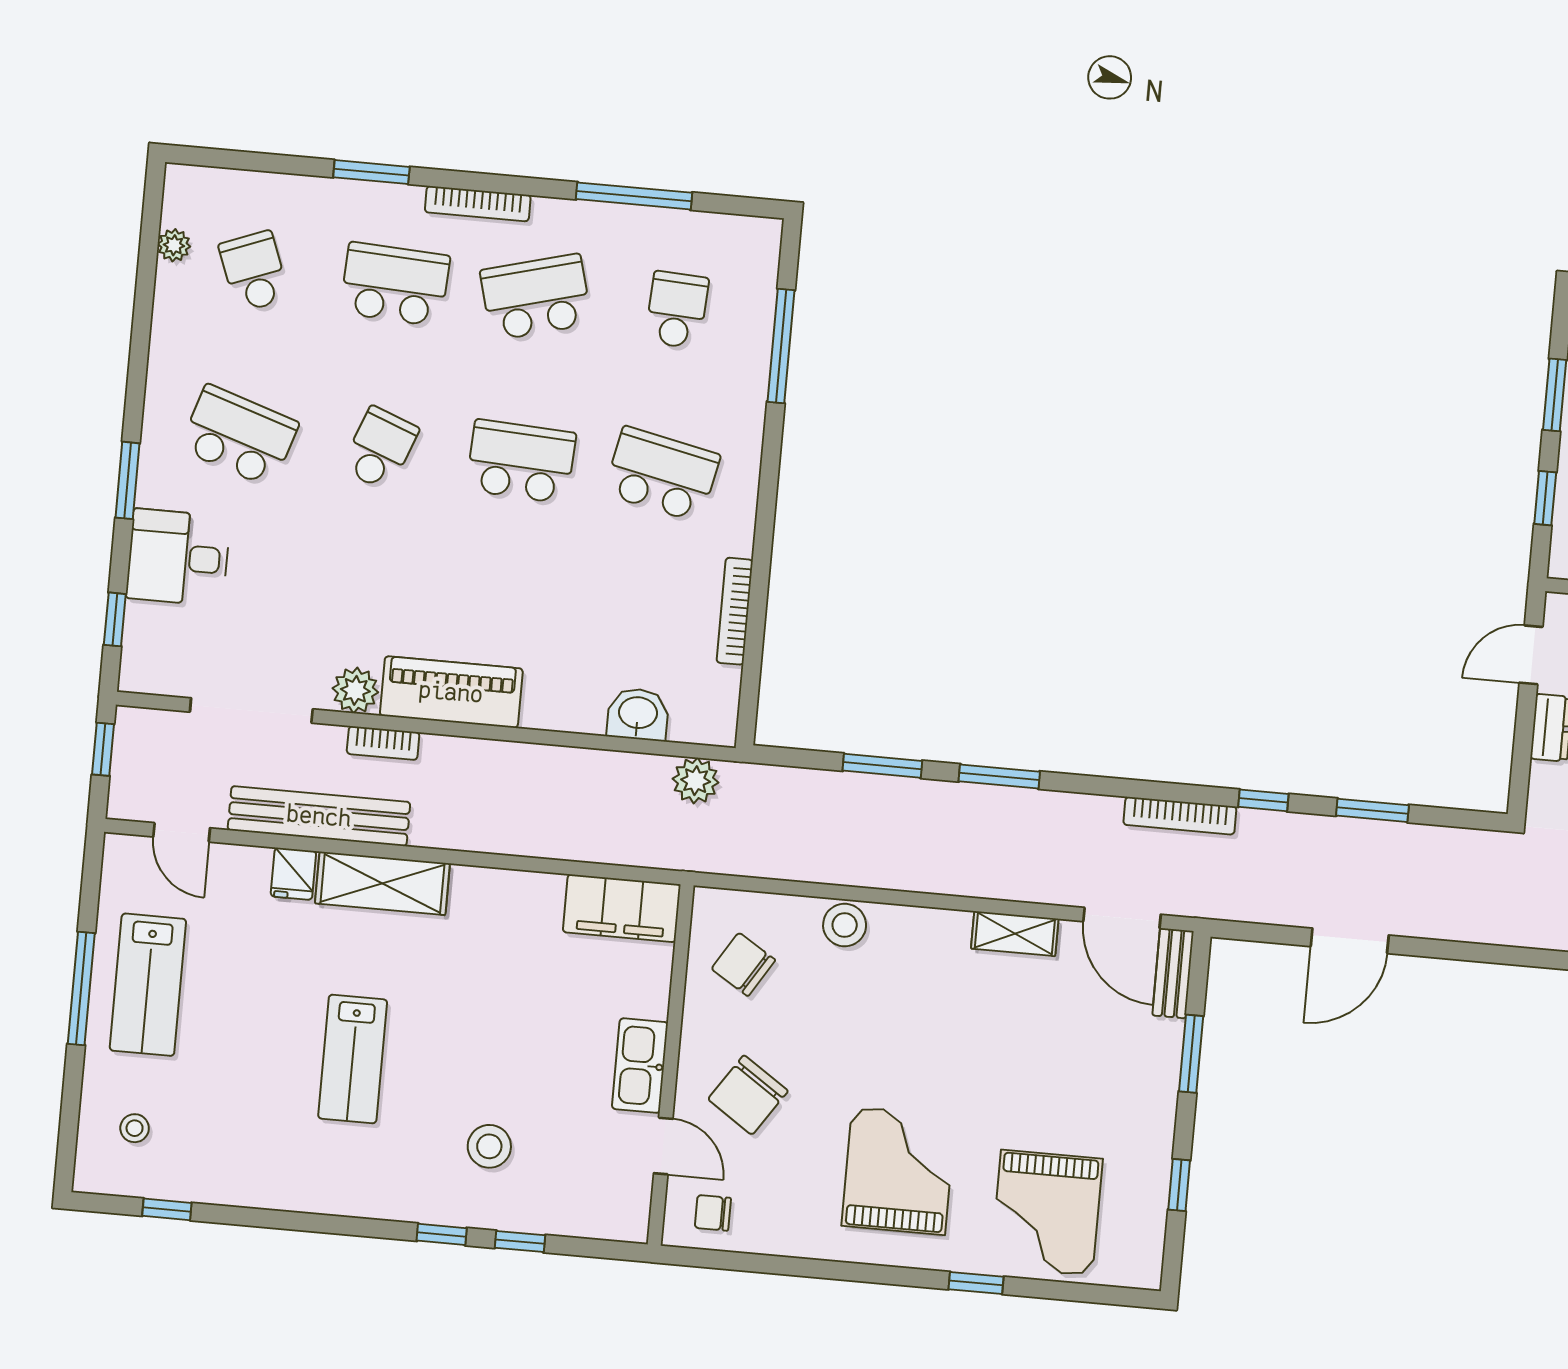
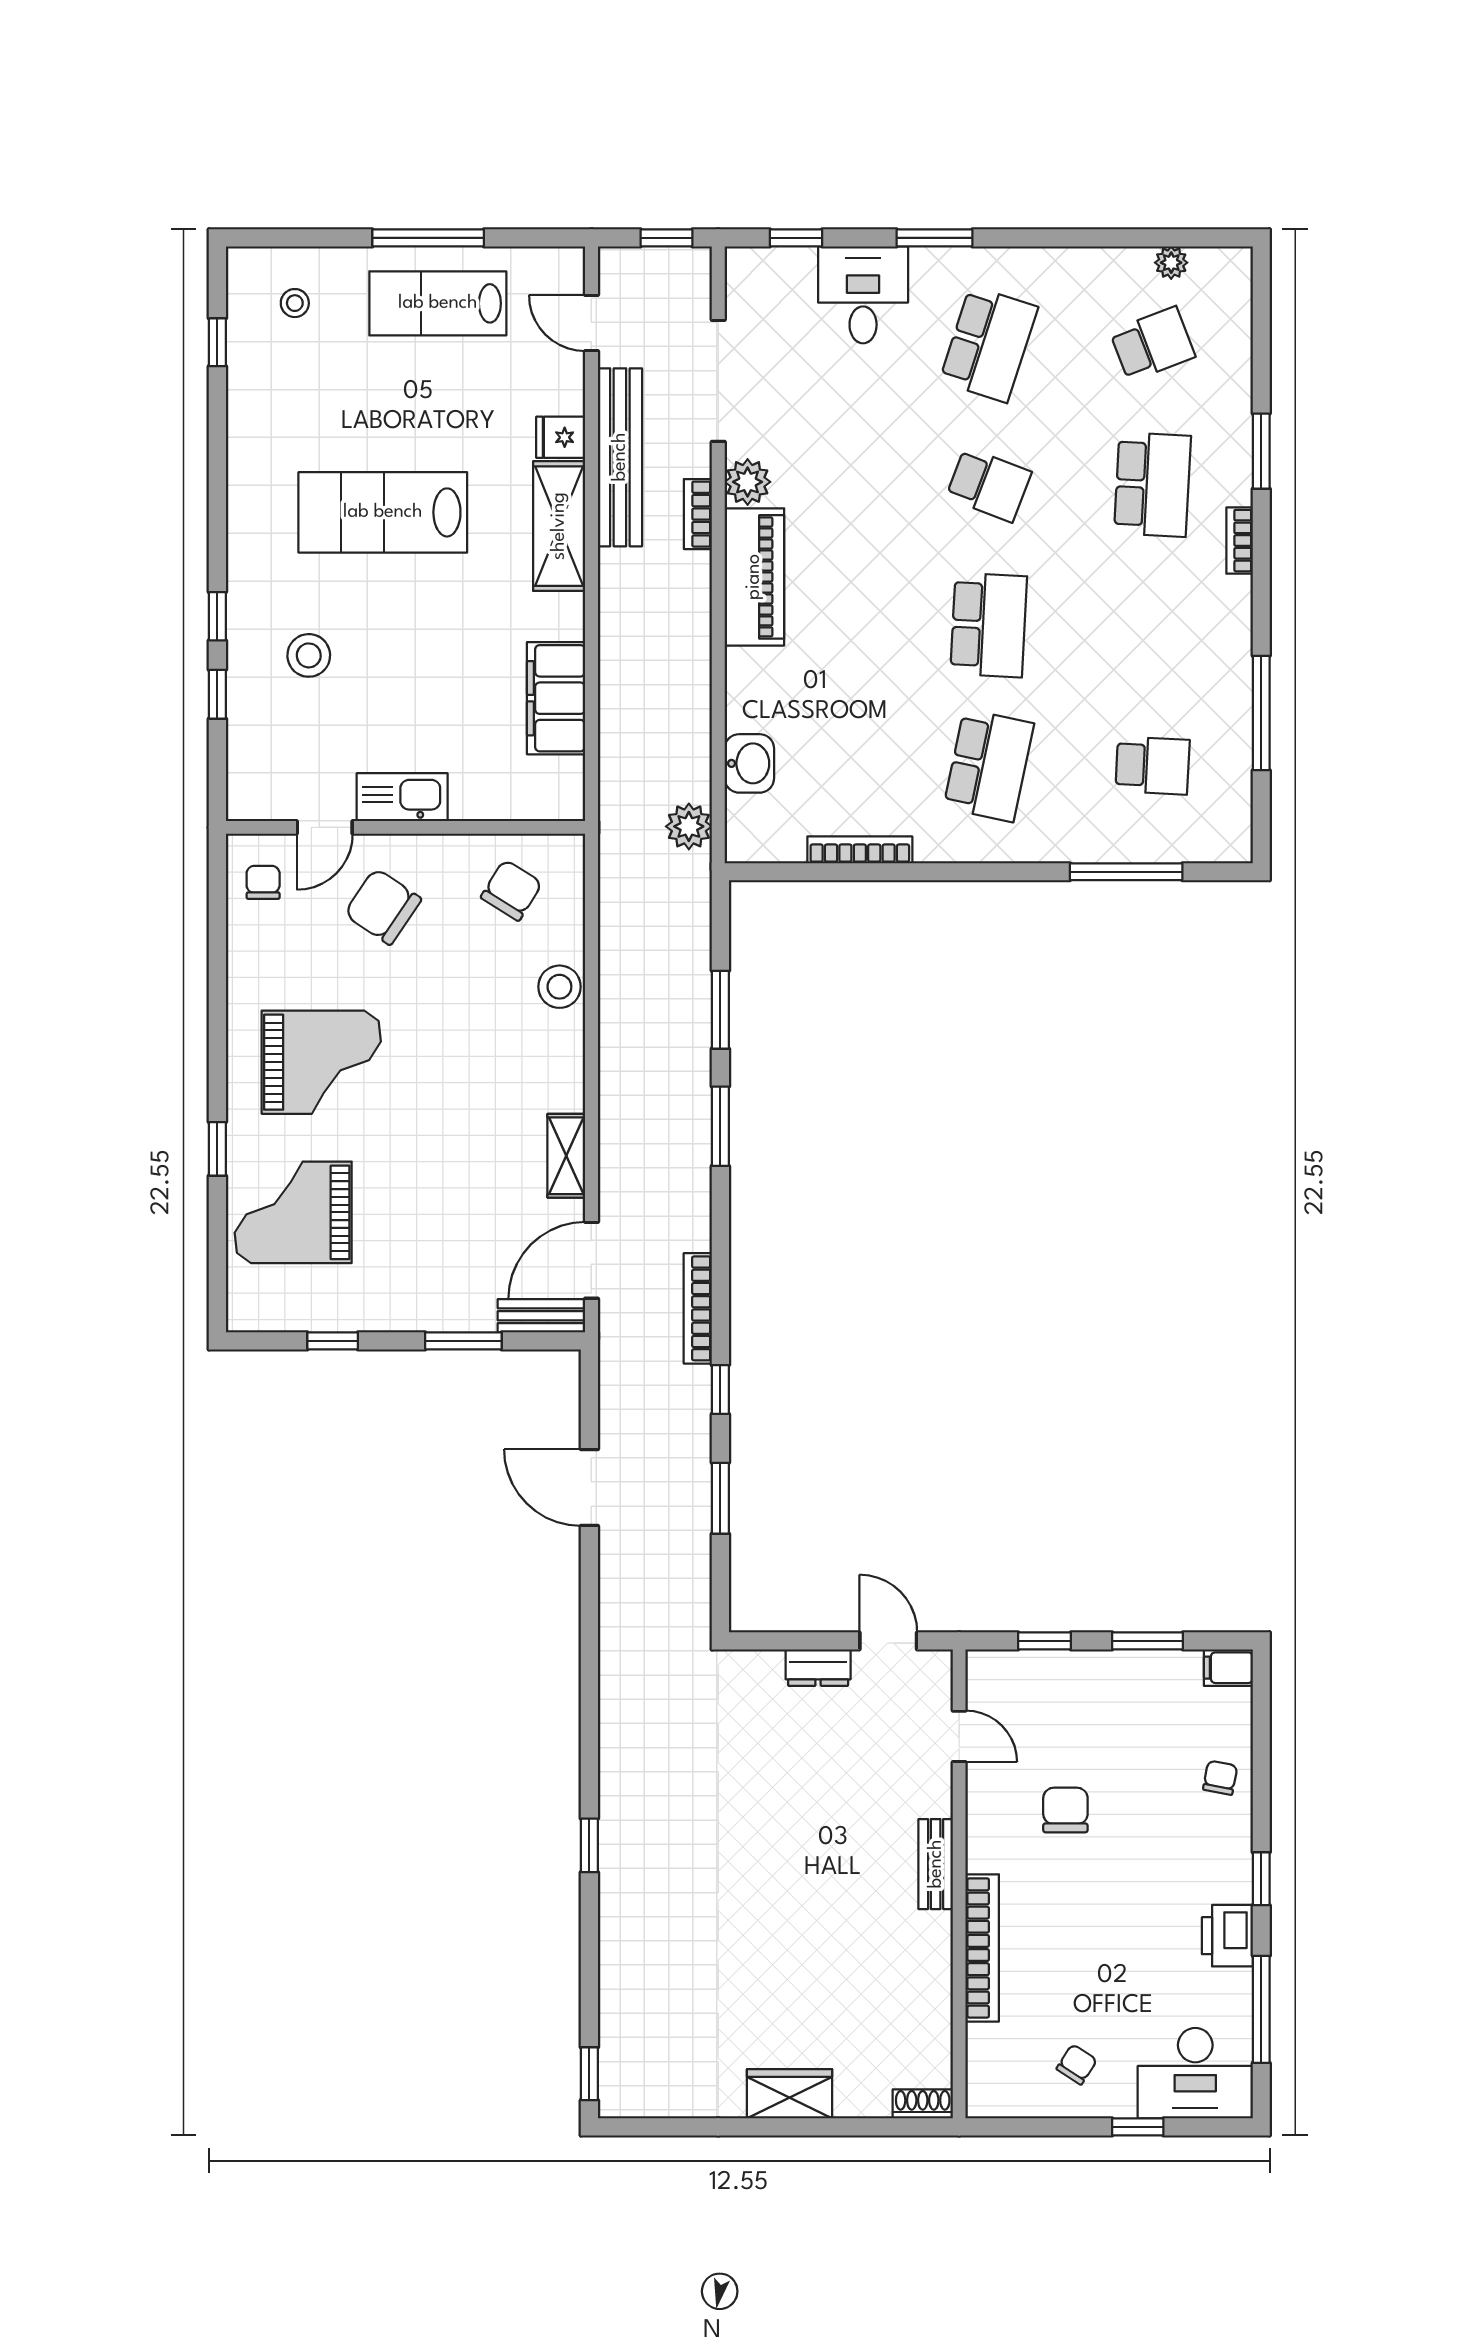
bookcase: (478, 204) -> (1240, 541), width x0.64
school desk: (536, 297) -> (1152, 625), removed
door: (182, 832) -> (591, 323), hinge flipped
filing cabinet: (622, 908) -> (556, 698), moved
lab bench: (353, 1059) -> (383, 512), width x1.36, depth x1.39

